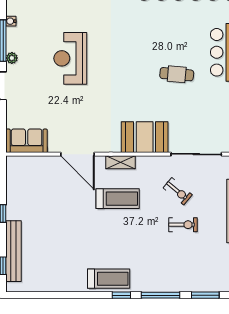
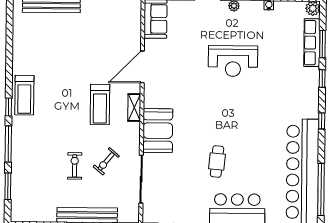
reception desk: (70, 58) -> (233, 61), turned 180
exercise bike: (183, 225) -> (75, 166), turned 180

